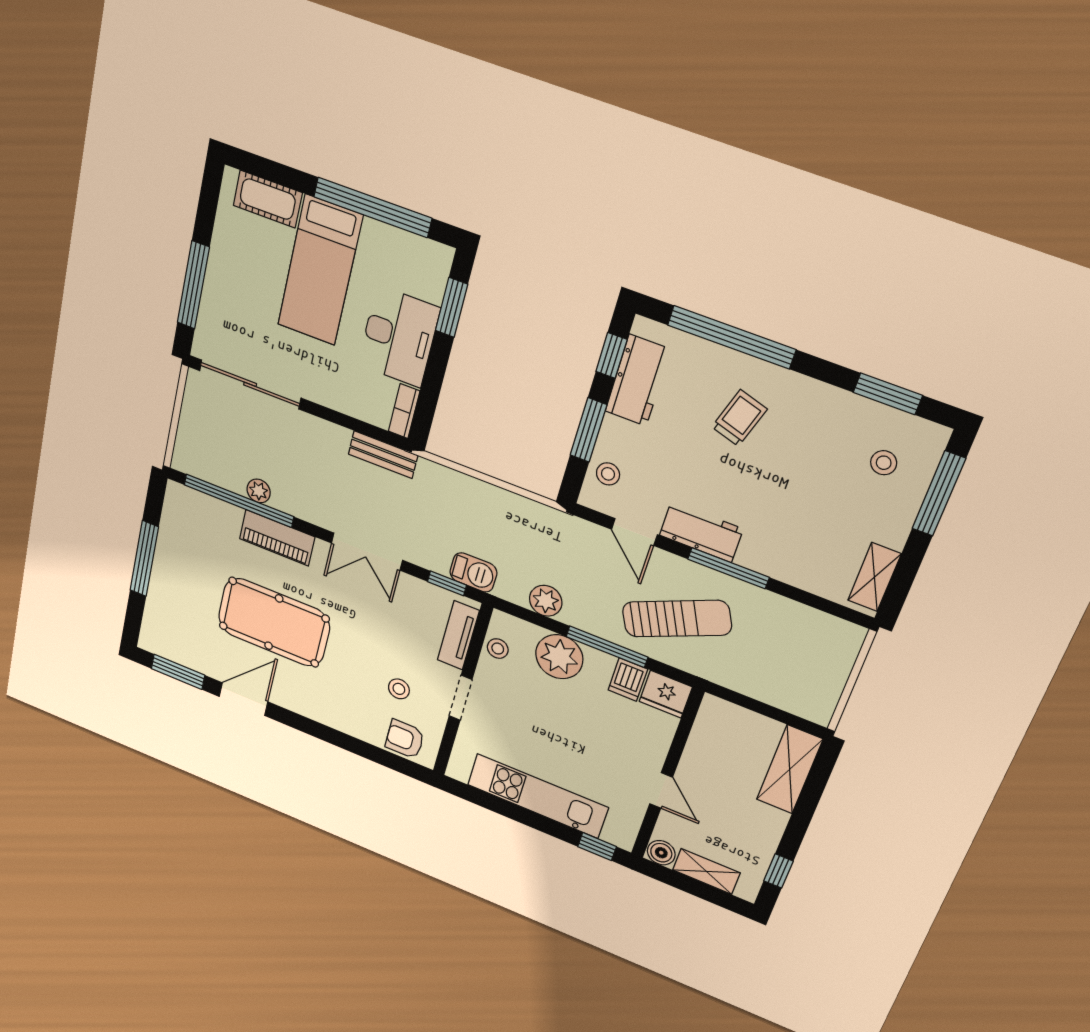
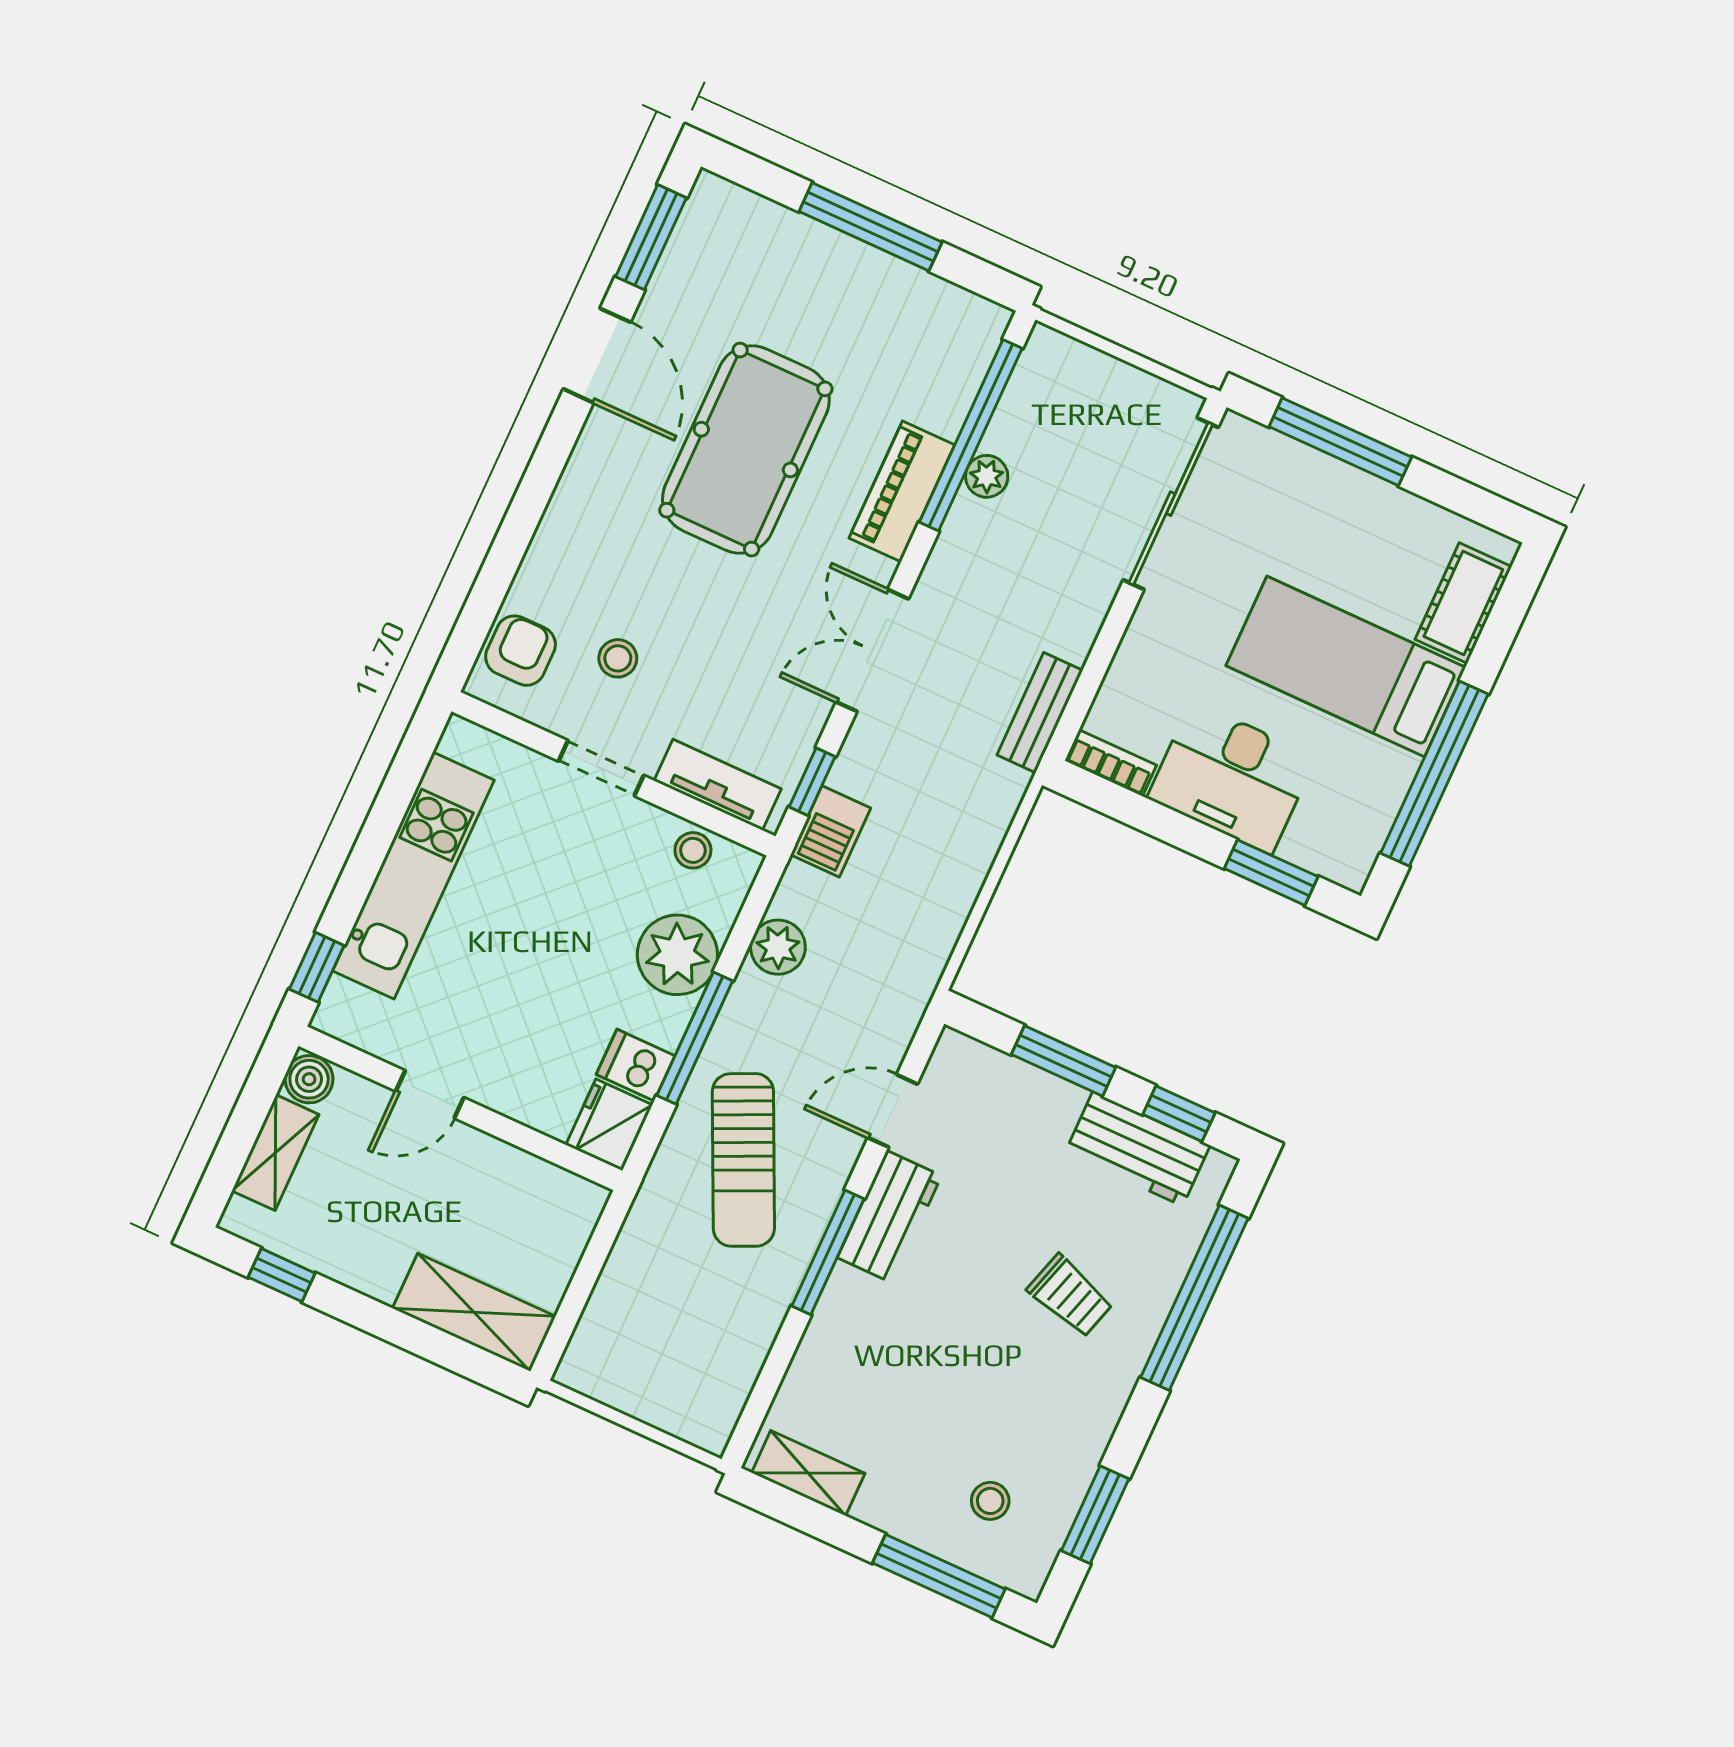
stool: (608, 474) -> (991, 1082), removed

